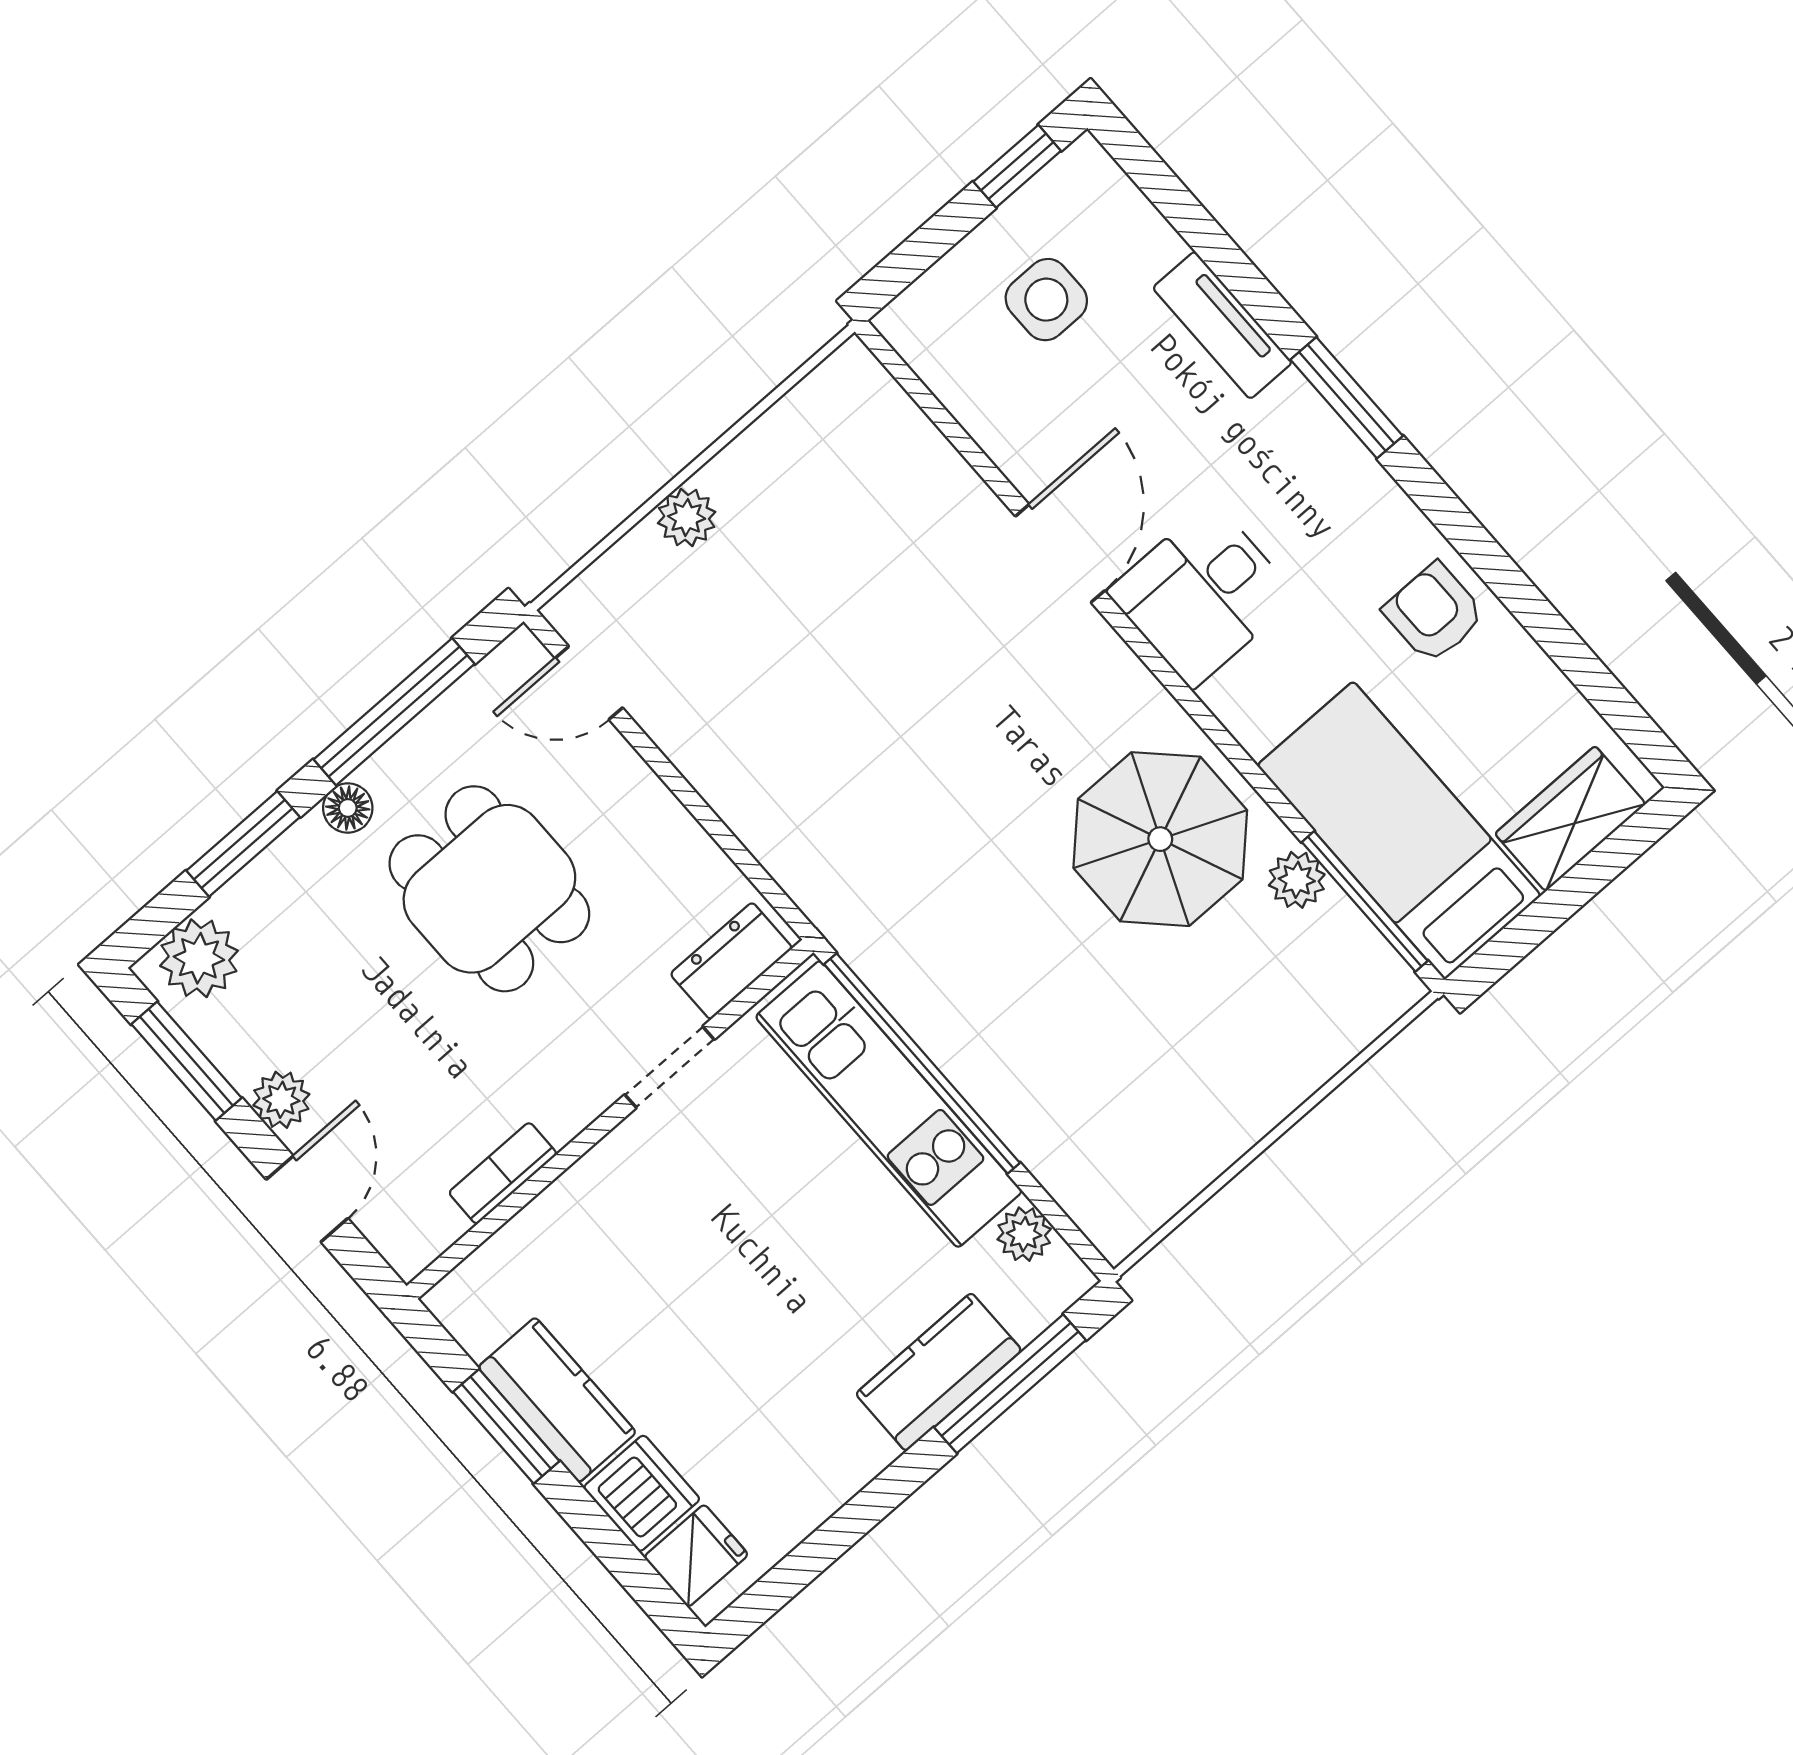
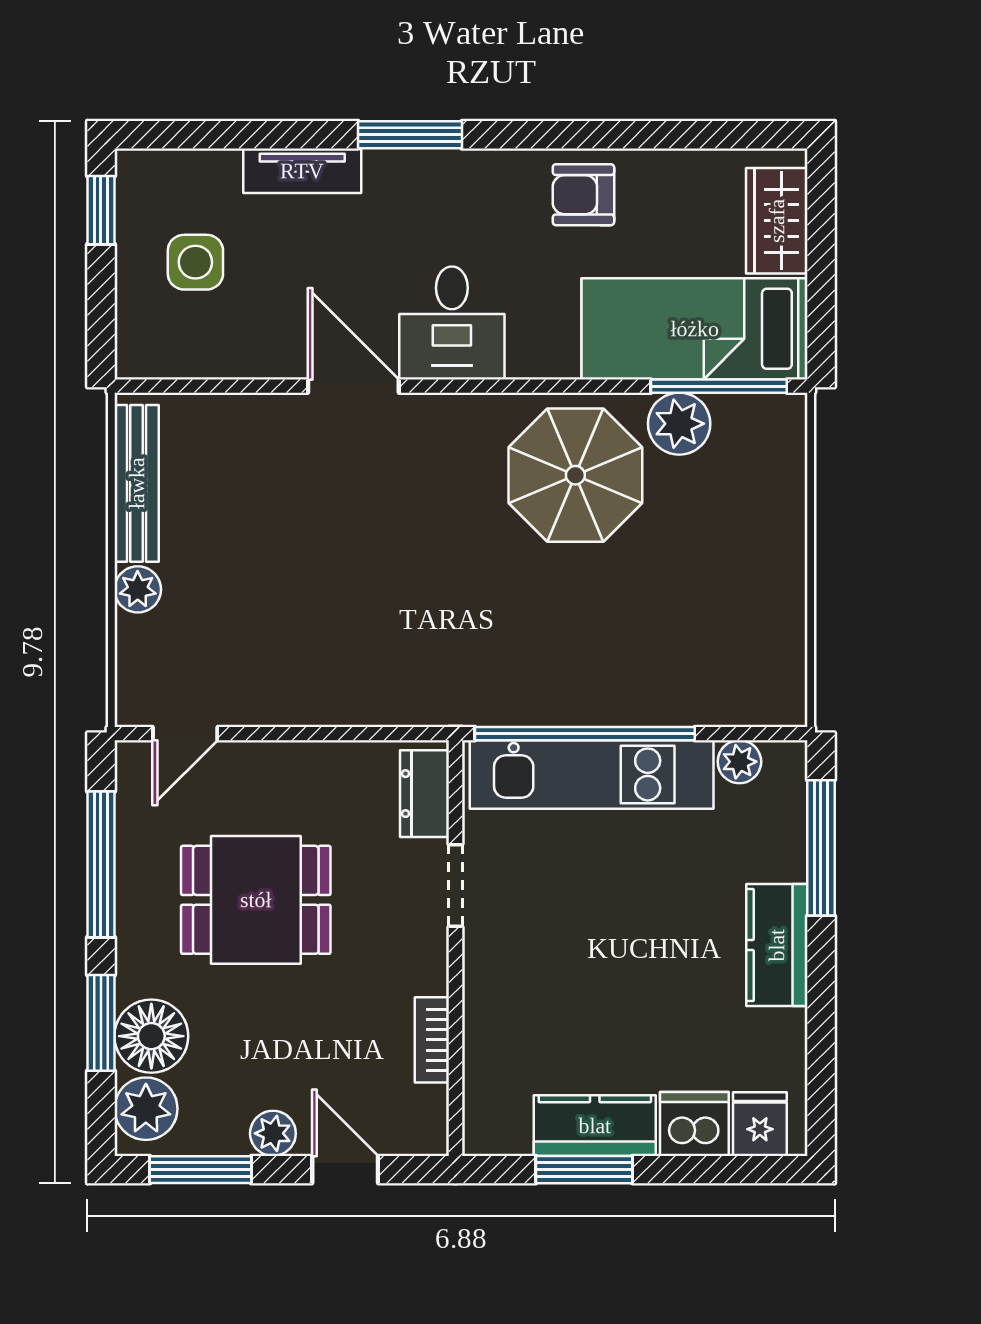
bench: (787, 428) -> (137, 483), added
floor lamp: (348, 808) -> (151, 1036), moved, width x1.89, depth x1.89
plant: (1297, 880) -> (679, 424), width x1.38, depth x1.38
kitchen counter: (939, 1372) -> (777, 945), moved

